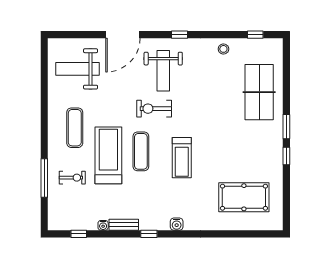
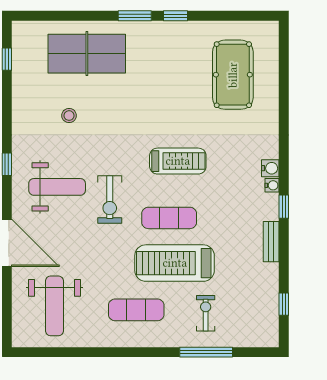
stool: (223, 49) -> (69, 116), moved
water cooler: (103, 225) -> (272, 185), moved

